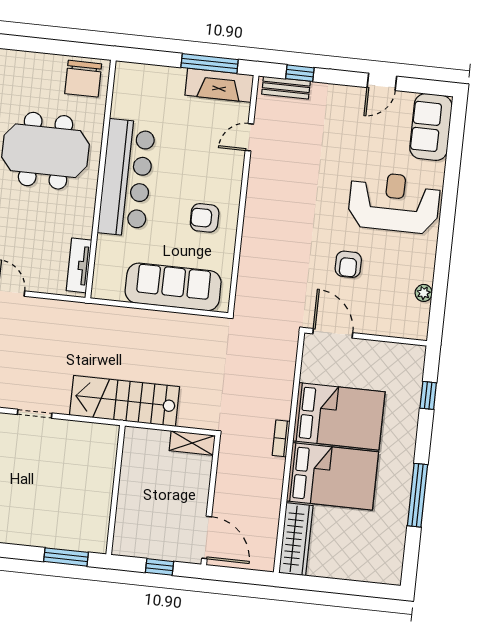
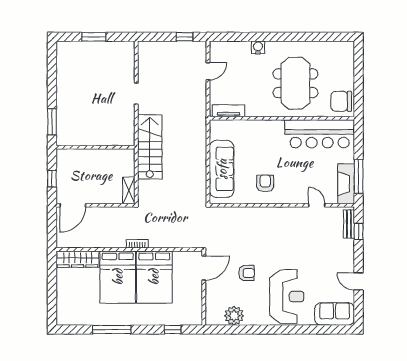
bar counter: (127, 178) -> (320, 134), moved
armchair: (348, 264) -> (247, 273), turned 180
plant: (424, 293) -> (234, 316), width x1.87, depth x1.87

